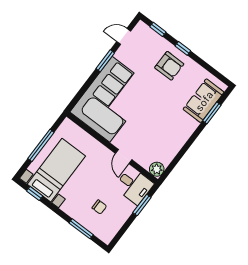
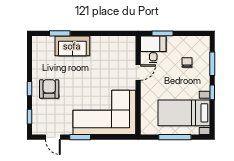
sofa: (204, 101) -> (72, 46), moved
plant: (157, 169) -> (129, 42), removed
window: (35, 193) -> (212, 92), moved

